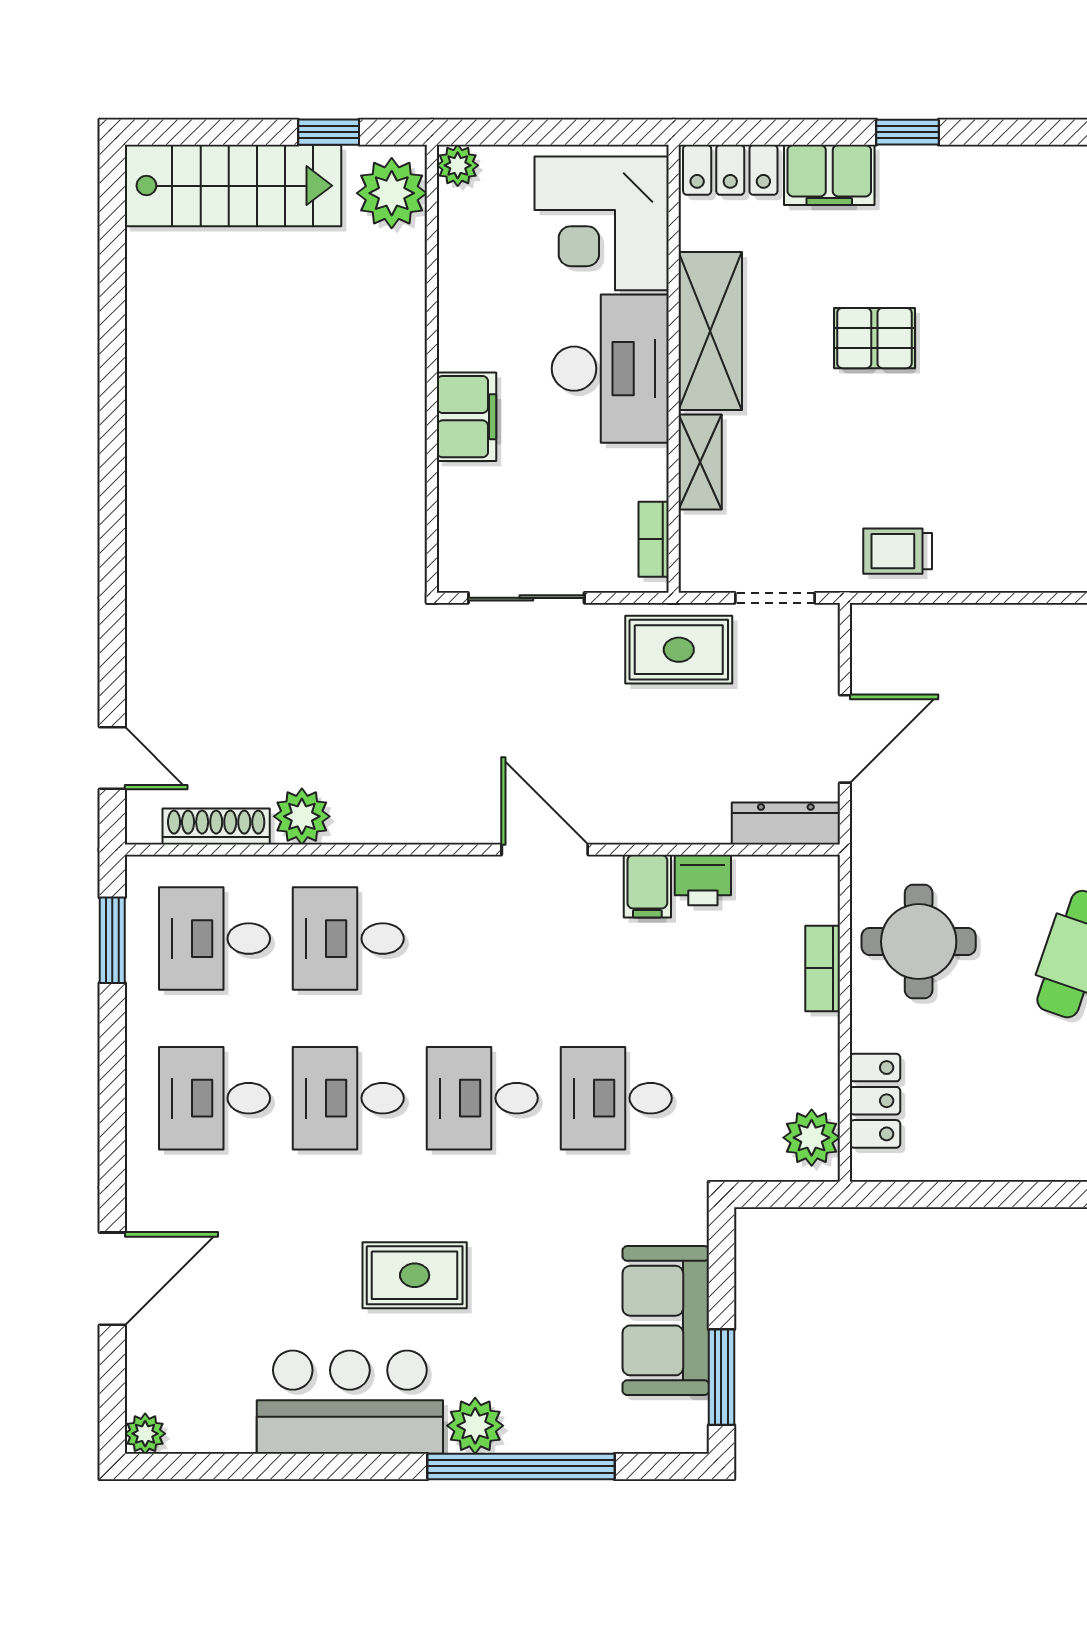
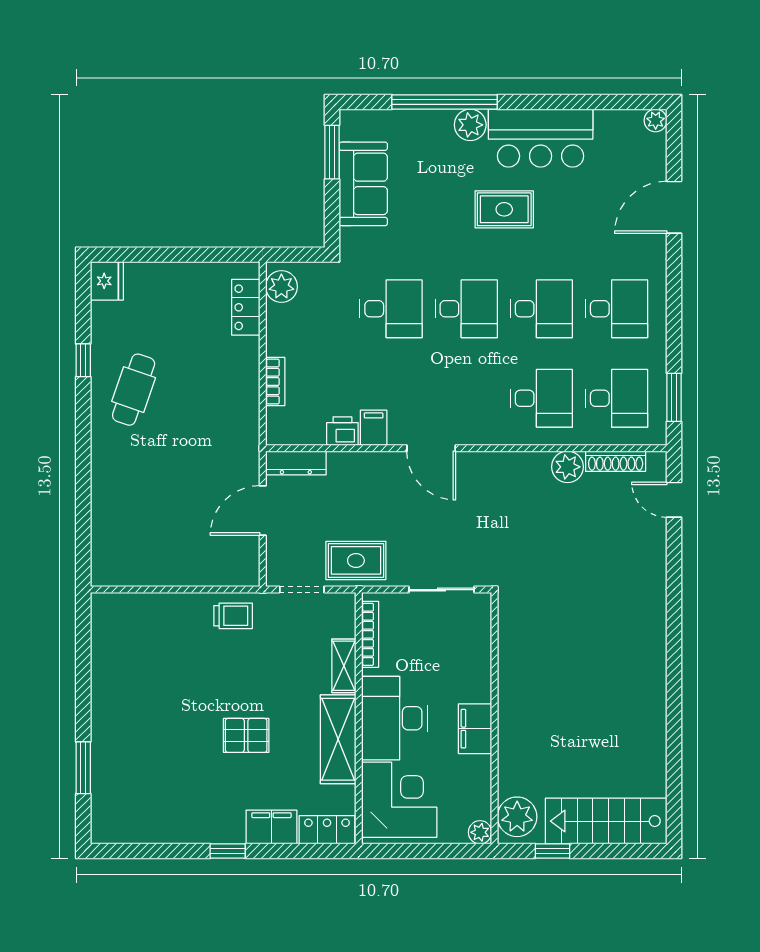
filing cabinet: (467, 417) -> (475, 729), moved
bookcase: (654, 539) -> (370, 634), width x1.56
round table: (919, 942) -> (221, 397), removed

